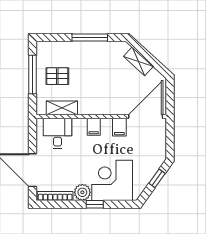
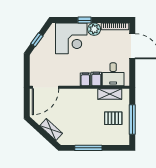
filing cabinet: (119, 127) -> (96, 79), moved

